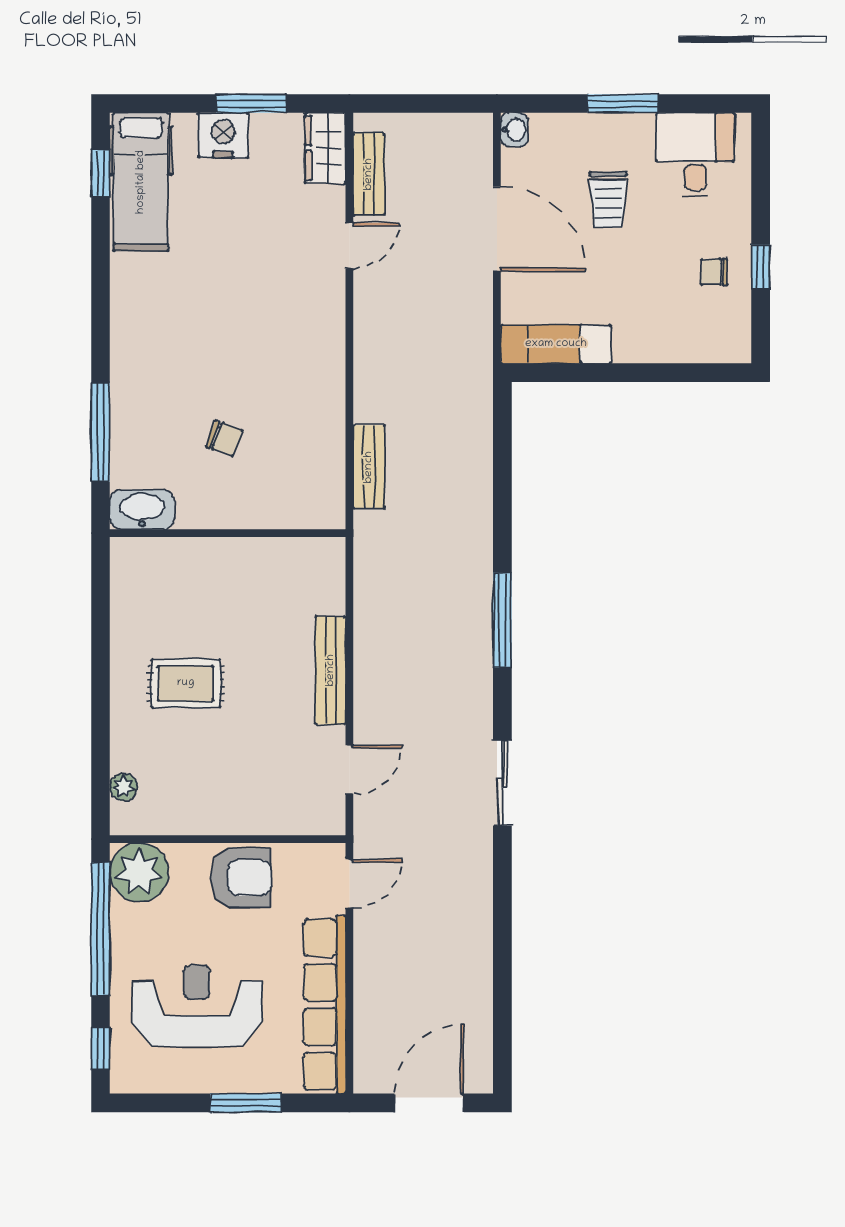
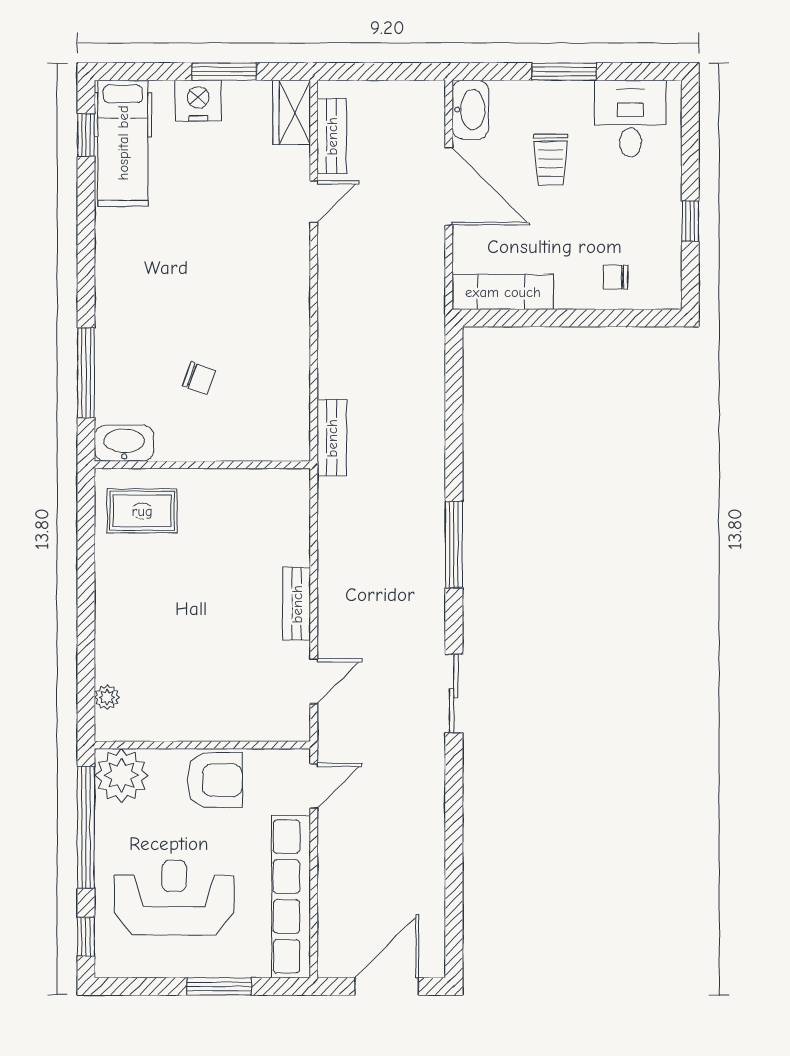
washbasin: (514, 130) -> (470, 110), width x1.91, depth x1.45
chair: (714, 272) -> (616, 277), moved
bench: (369, 467) -> (332, 438), moved
bench: (331, 670) -> (297, 604), width x0.73
rug: (186, 683) -> (142, 511), moved

